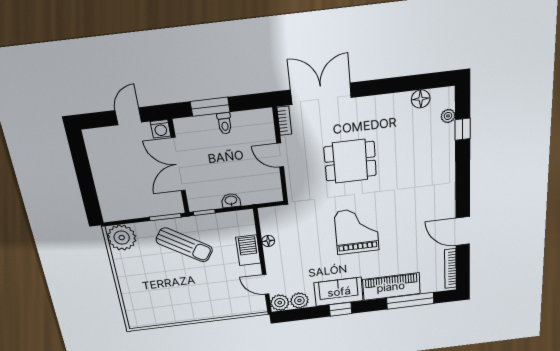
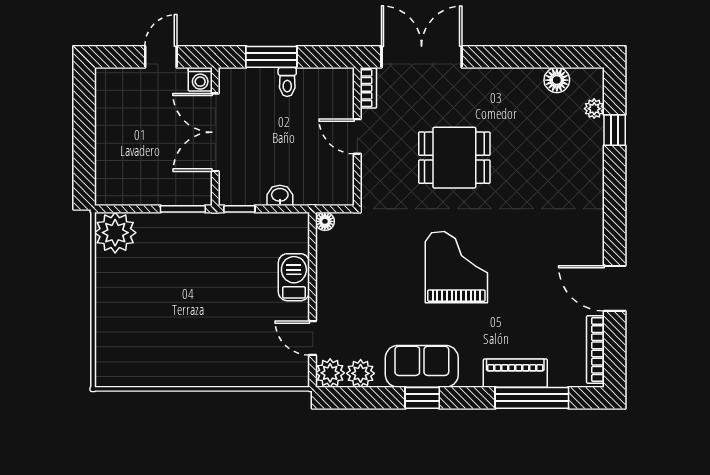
floor lamp: (268, 241) -> (325, 221), moved
sun lounger: (184, 245) -> (202, 256), removed
piano: (391, 287) -> (515, 373), width x0.73, depth x0.75

